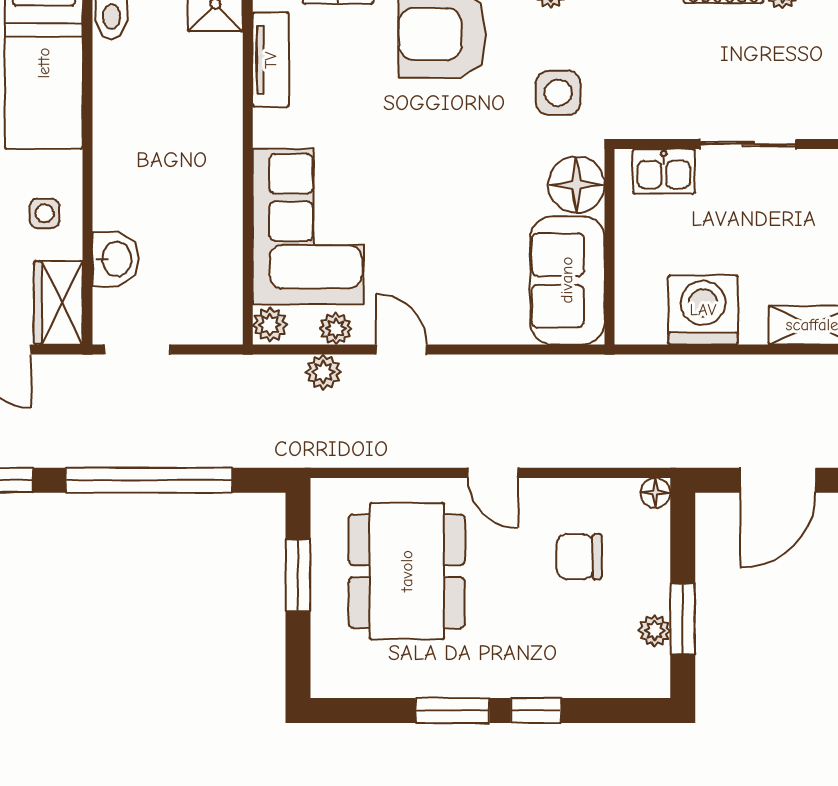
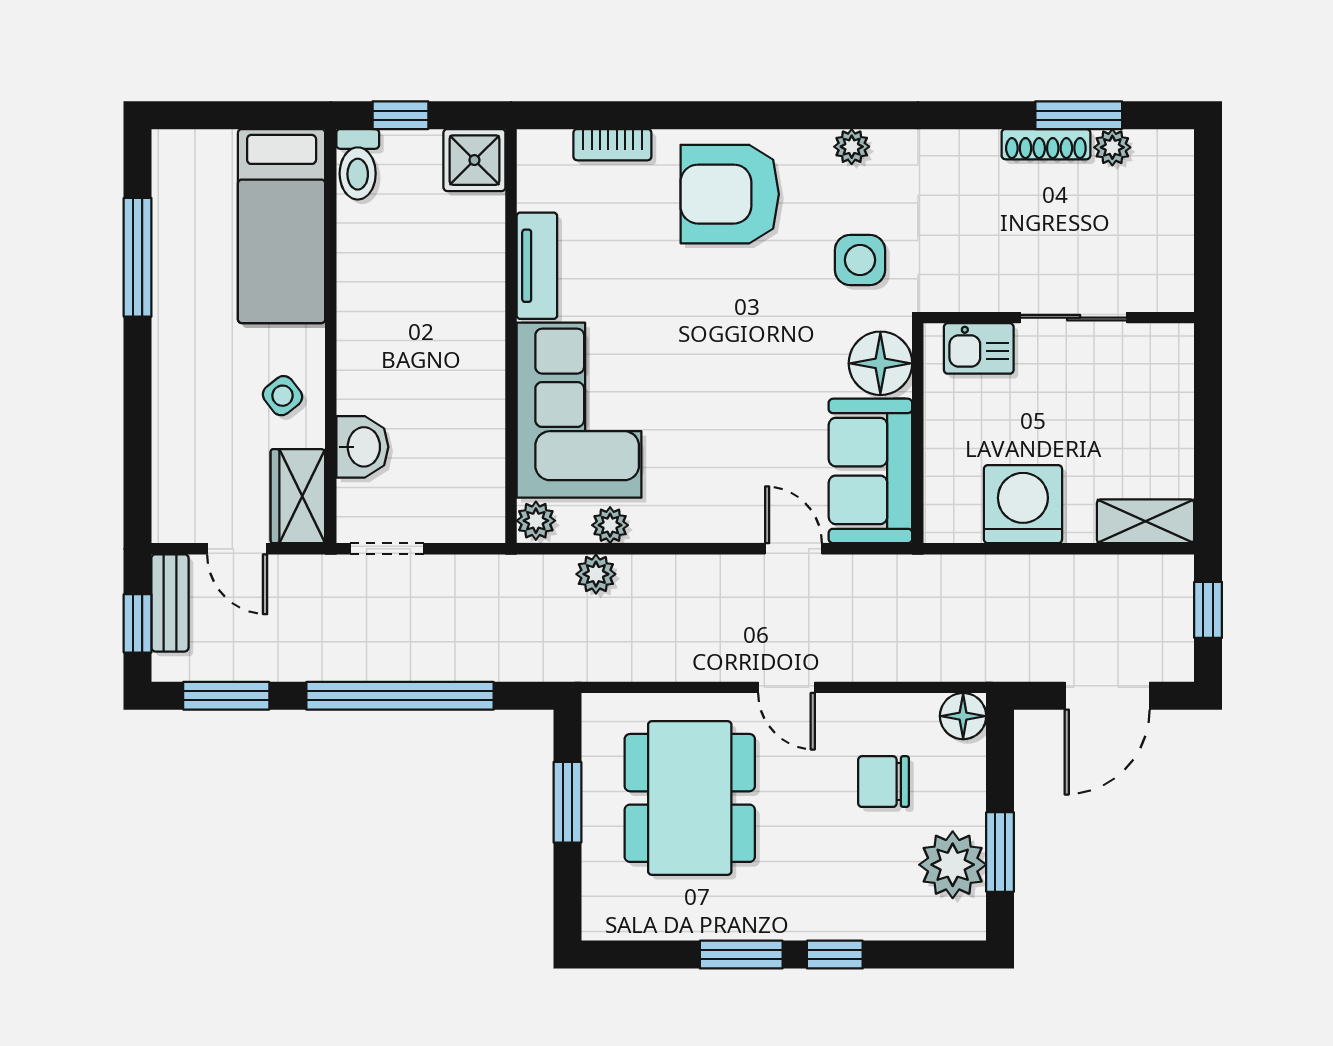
tv unit: (271, 60) -> (537, 266), moved
side table: (45, 213) -> (282, 396), turned -38
door: (401, 350) -> (793, 549), moved
floor lamp: (655, 493) -> (963, 716), width x1.37, depth x1.37
plant: (654, 631) -> (953, 865), width x1.87, depth x1.87

